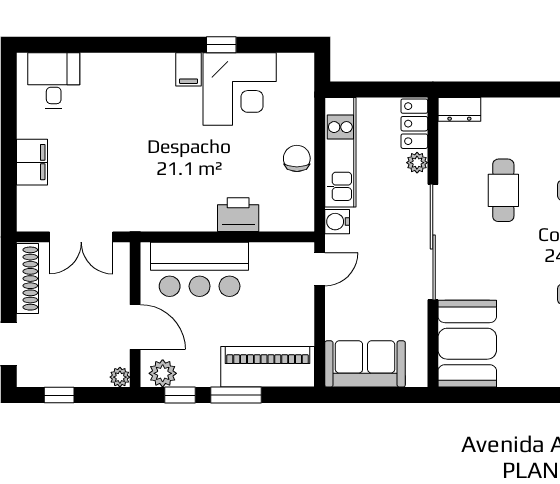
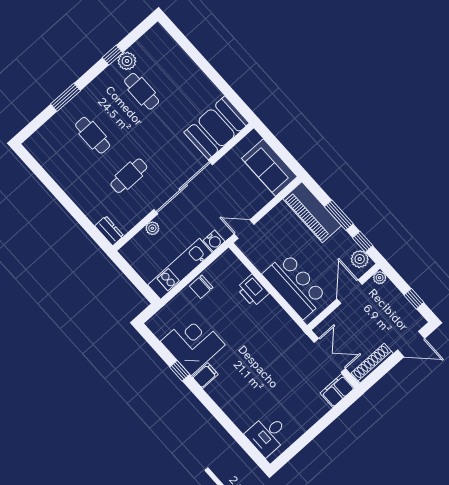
locker: (414, 124) -> (135, 246), removed
filing cabinet: (32, 162) -> (337, 391), moved

